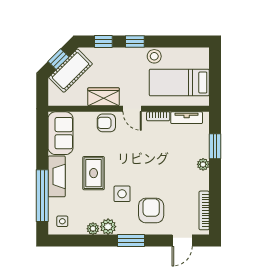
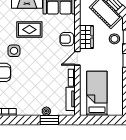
stool: (154, 56) -> (114, 39), moved
armchair: (106, 123) -> (67, 39), turned -90
plant: (203, 164) -> (46, 111), moved

